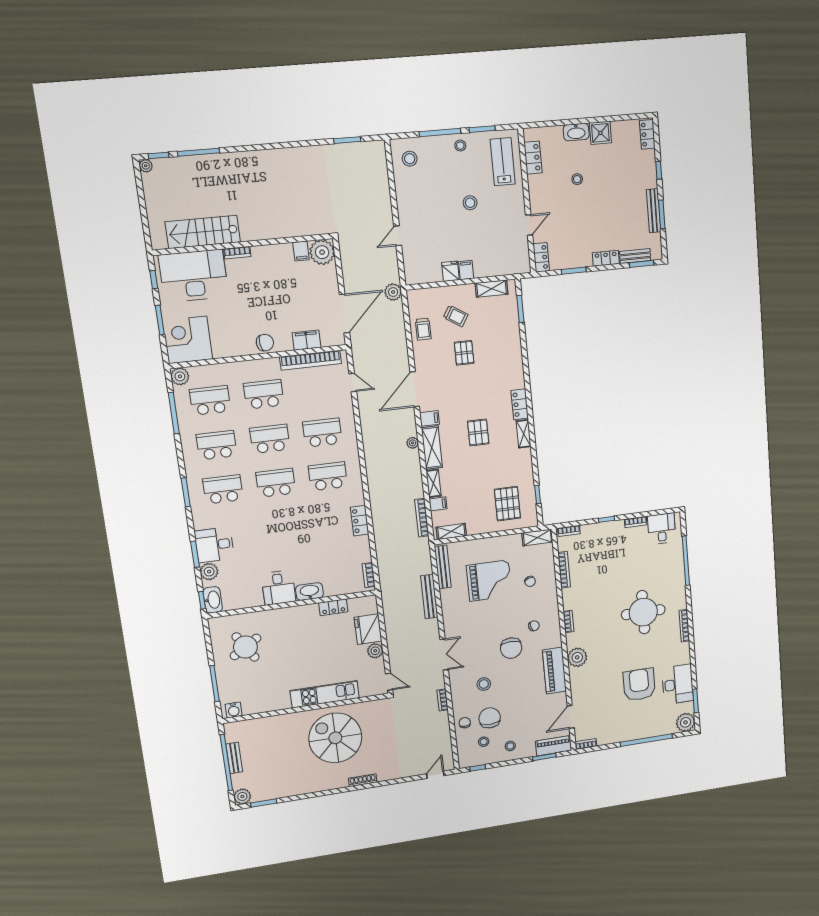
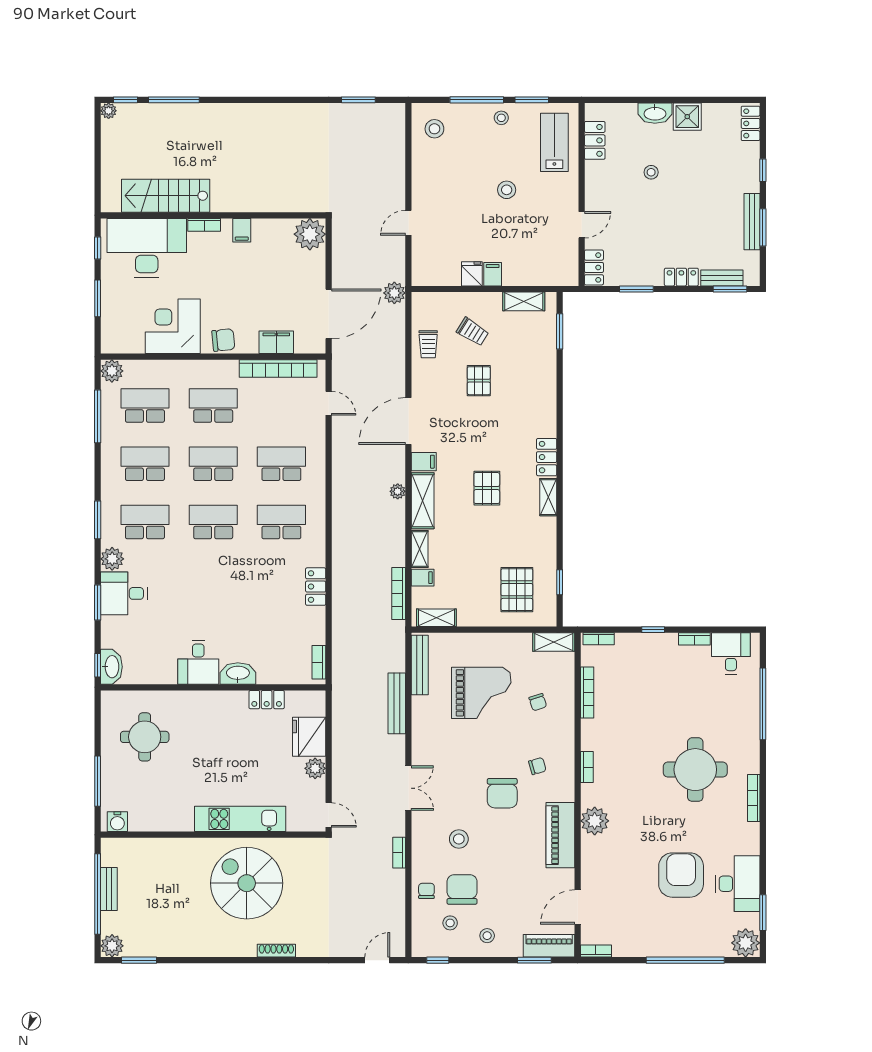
filing cabinet: (301, 251) -> (242, 230), moved
corner desk: (188, 340) -> (173, 326), moved
plant: (209, 572) -> (112, 559), moved
round table: (245, 647) -> (145, 737), turned 32

